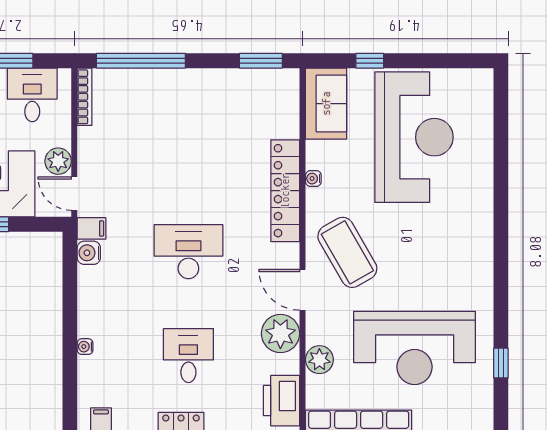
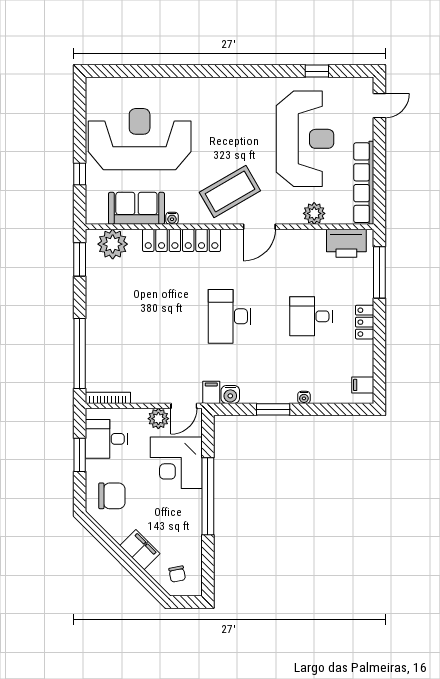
sofa: (326, 104) -> (136, 208), moved
window: (70, 307) -> (273, 409), added
plant: (280, 334) -> (113, 244), moved

